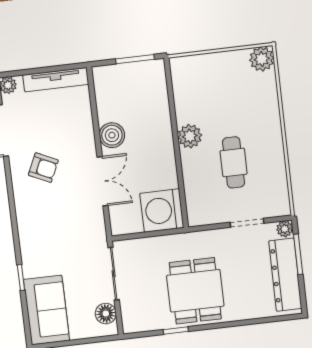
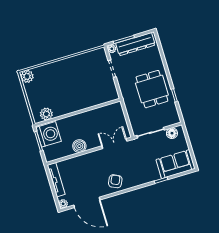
plant: (190, 136) -> (46, 114), moved
cafe table: (234, 162) -> (82, 81), removed
armchair: (43, 168) -> (115, 181), moved
double door: (103, 181) -> (114, 144), moved
washing machine: (162, 211) -> (49, 134), moved, turned -90
dining table: (195, 291) -> (152, 89), turned 90

